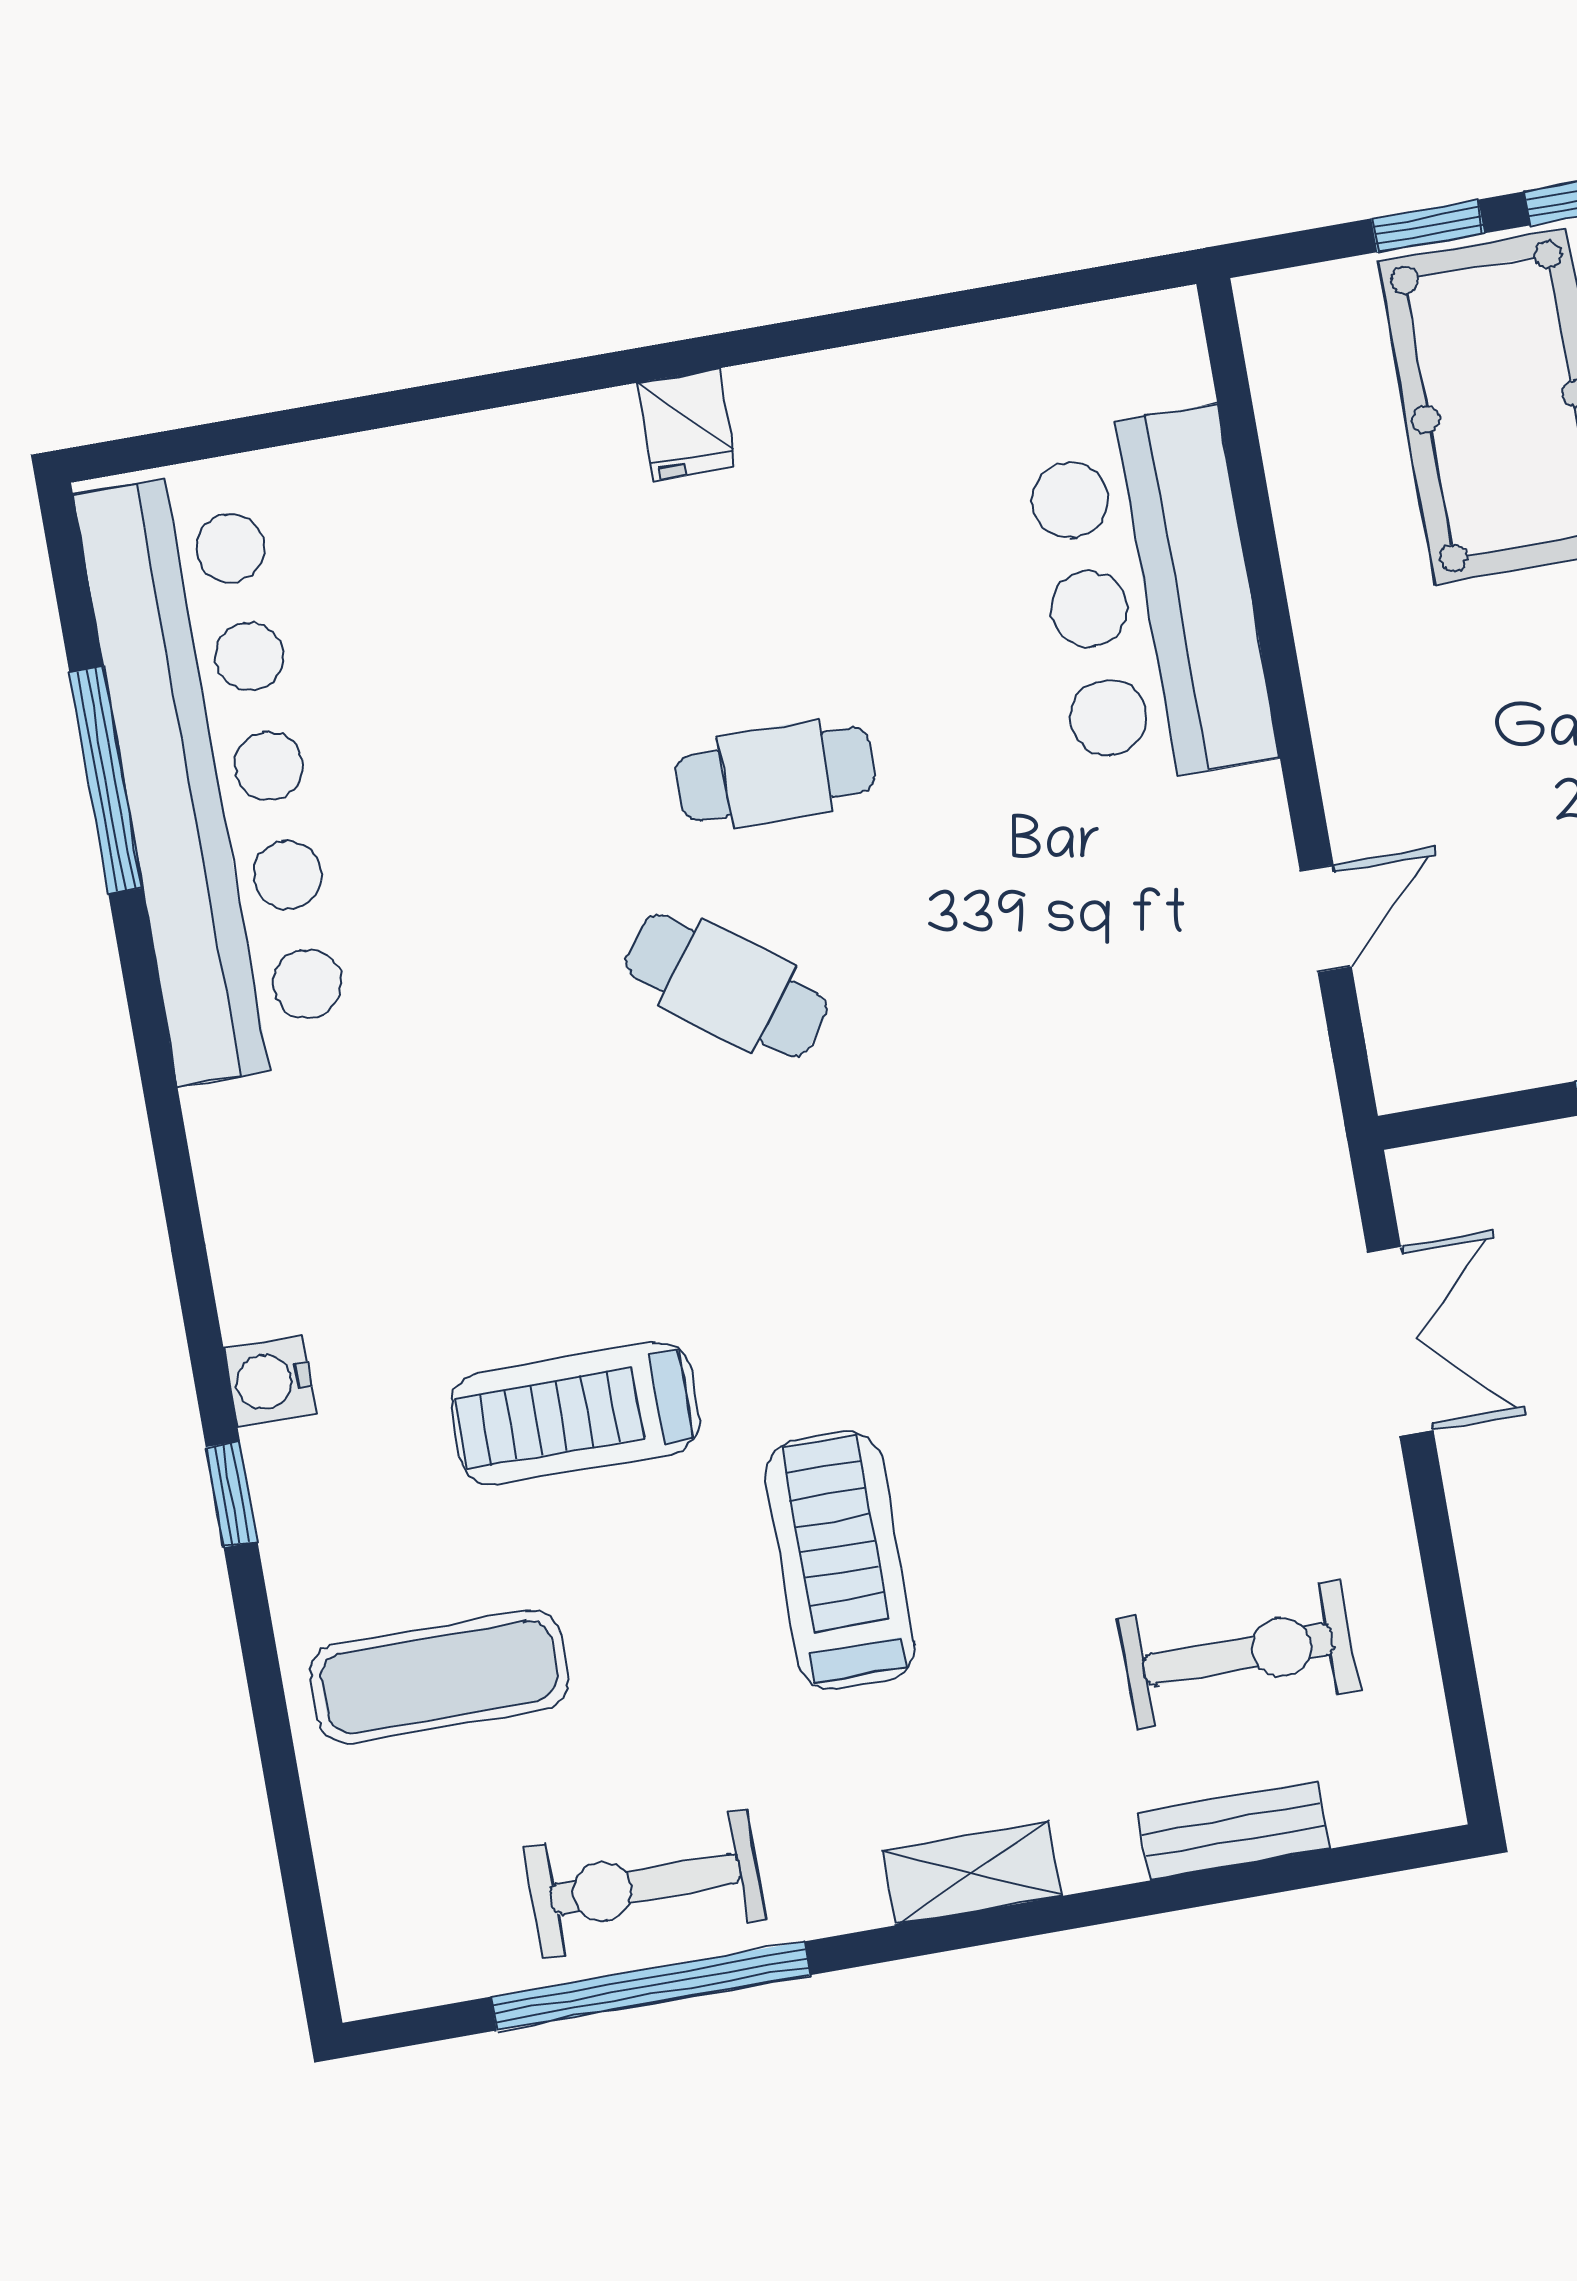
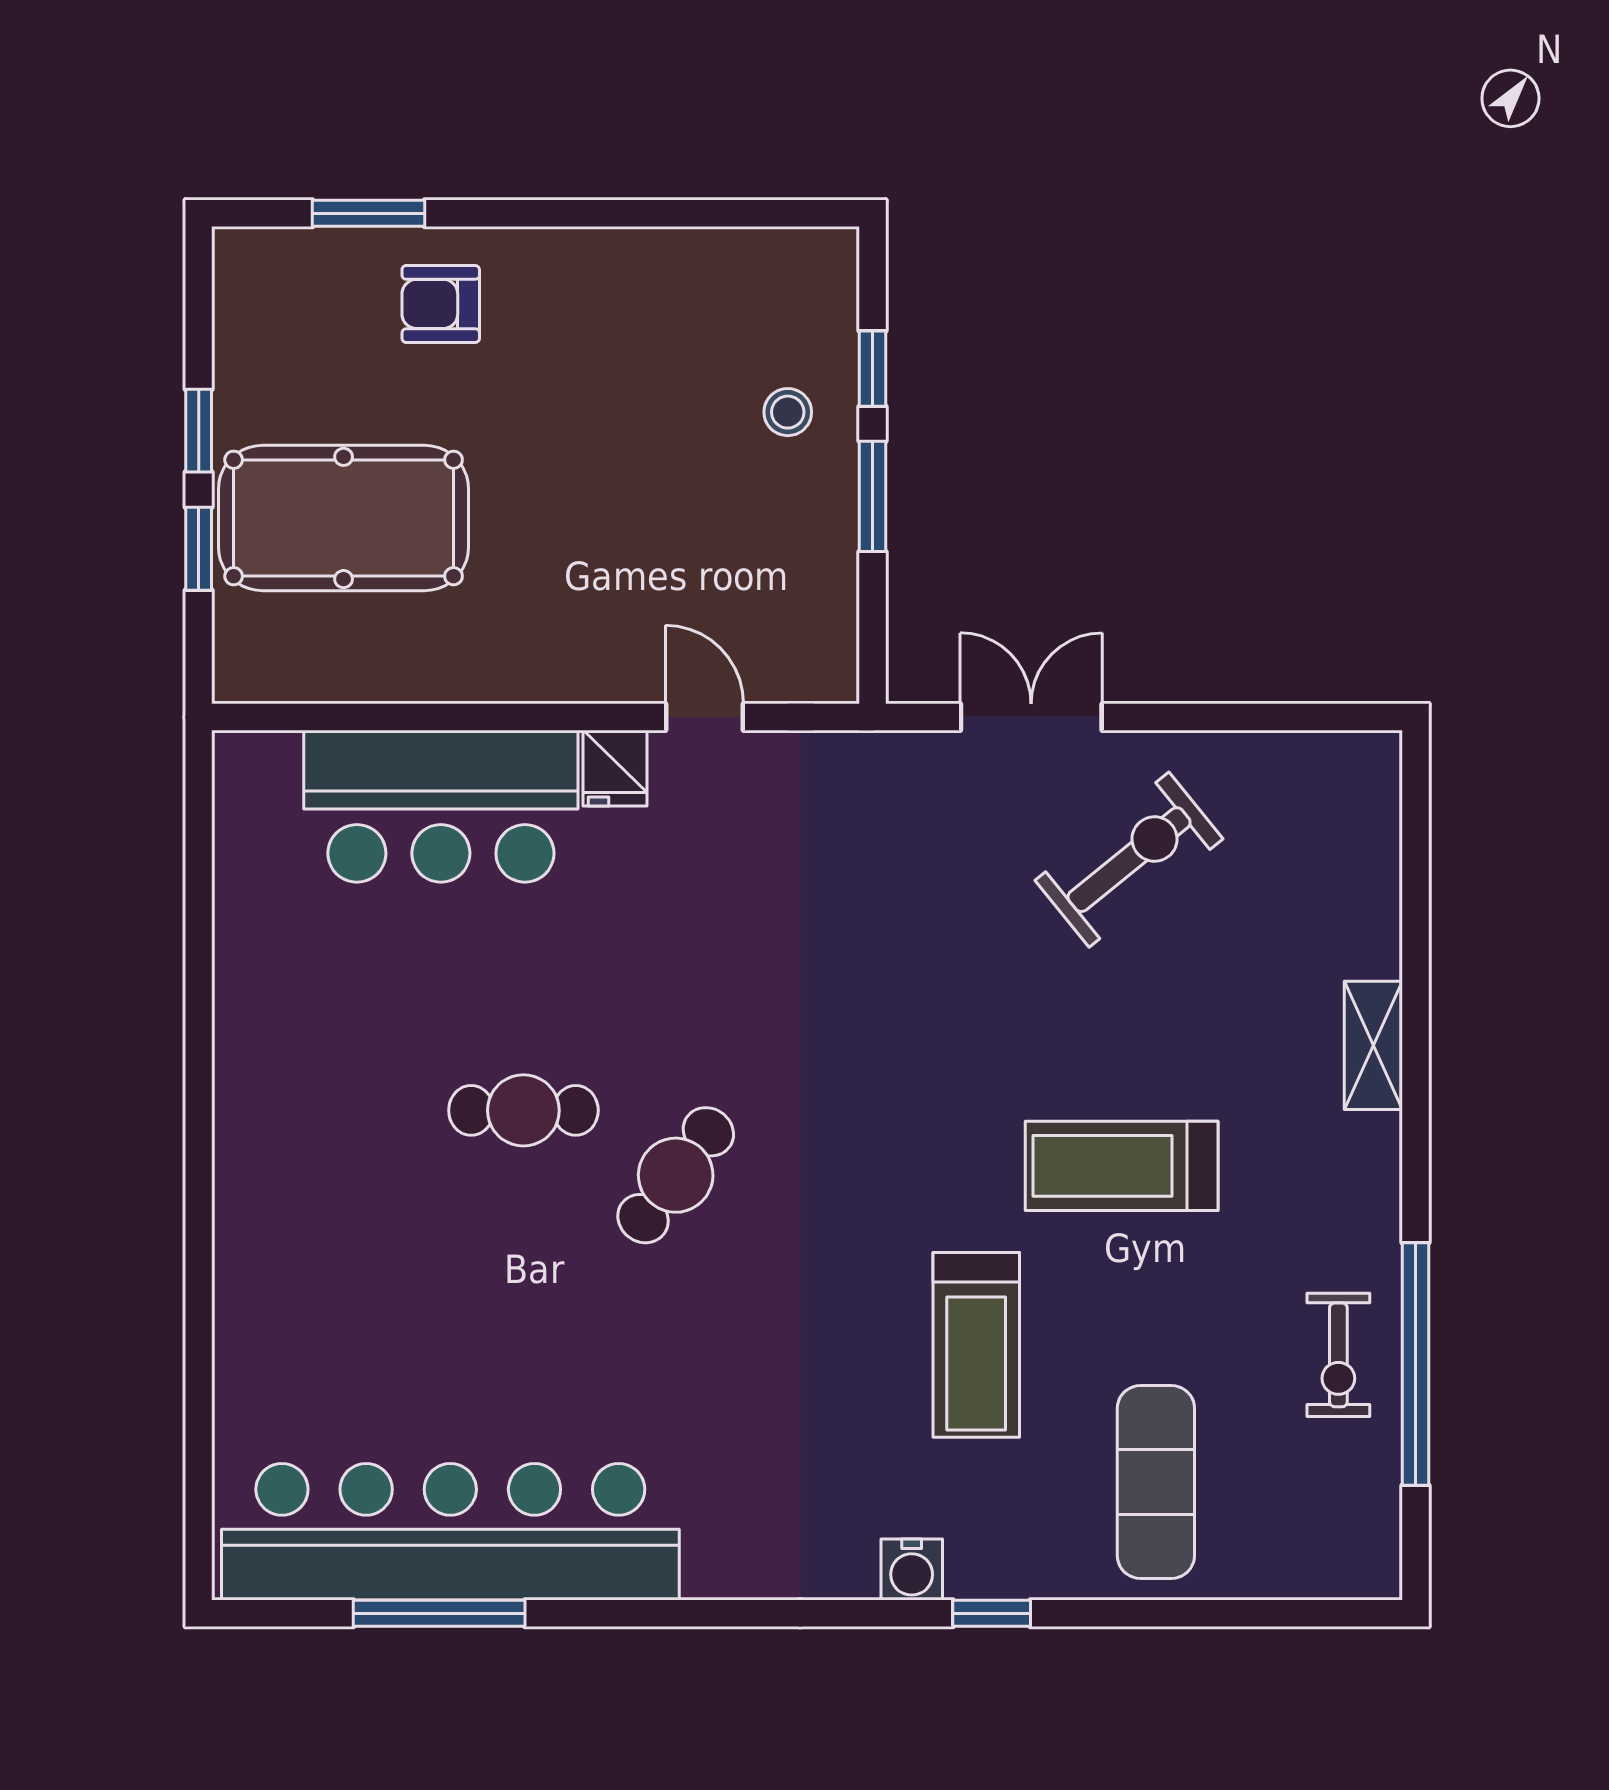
fridge: (686, 425) -> (615, 768), moved, turned 90
cafe table: (775, 774) -> (523, 1110), turned 90
exercise bike: (1239, 1655) -> (1129, 860), moved, turned 51
bench: (1234, 1830) -> (1376, 907), removed
shelving: (972, 1873) -> (1373, 1045), moved
exercise bike: (645, 1884) -> (1338, 1355), width x0.73, depth x0.72

